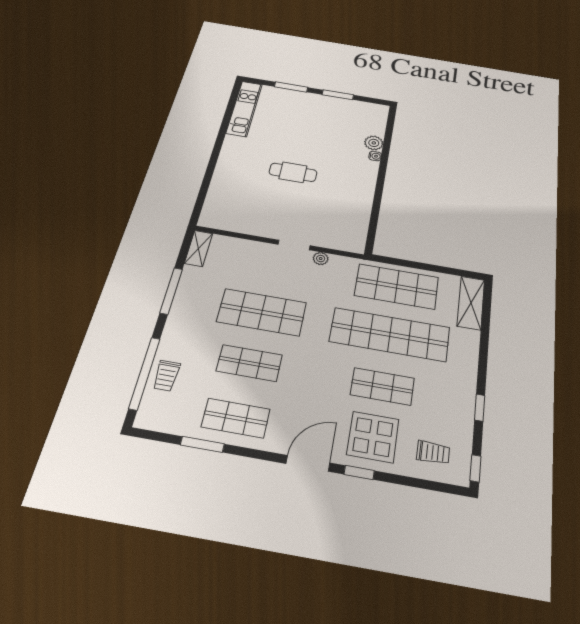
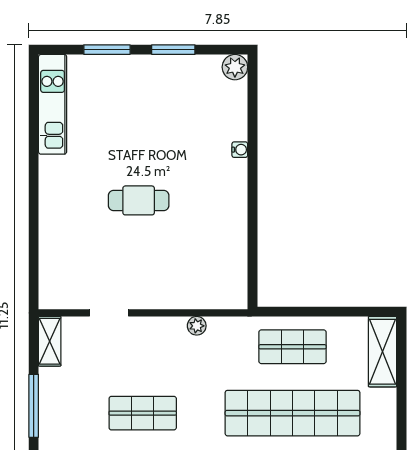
plant: (374, 143) -> (235, 67), moved
doorway: (294, 245) -> (109, 313), moved
shop shelf: (397, 286) -> (293, 347), width x0.70, depth x0.74
shop shelf: (262, 312) -> (143, 413), width x0.70, depth x0.74

